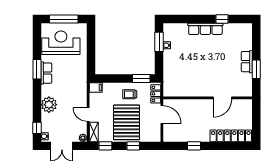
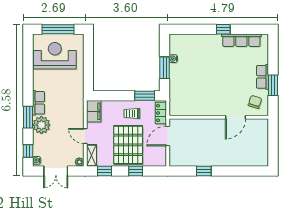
window: (222, 19) -> (223, 29), moved
row of seats: (205, 29) -> (241, 40), moved
window: (159, 42) -> (165, 68), moved
window: (37, 69) -> (28, 117), moved
row of seats: (46, 73) -> (39, 103), moved
chair: (240, 84) -> (255, 102), added
filing cabinet: (96, 88) -> (94, 111), width x2.00
door: (162, 114) -> (168, 136), swing flipped
locker: (231, 136) -> (245, 160), removed

